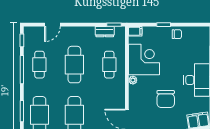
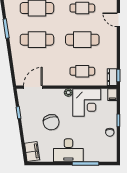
dresser: (105, 32) -> (112, 77), moved
chair: (166, 99) -> (51, 122), turned -104

